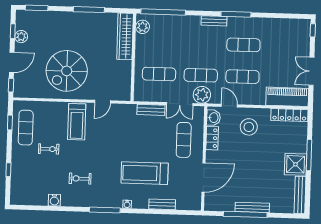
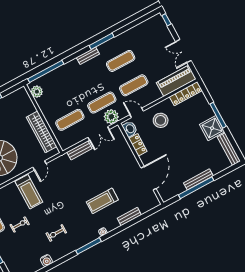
wardrobe: (125, 36) -> (42, 132), moved
exercise mat: (184, 140) -> (117, 159), removed
treadmill: (145, 173) -> (102, 201), width x0.73, depth x0.73

